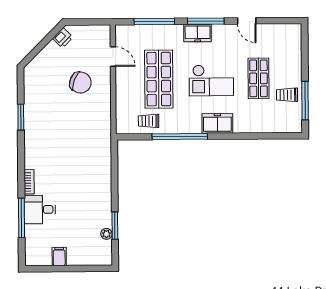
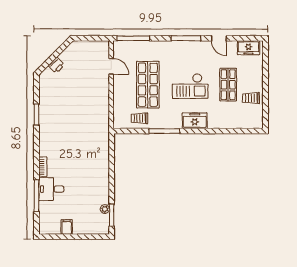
window: (154, 22) -> (133, 38), moved
freezer: (198, 33) -> (249, 48), moved
printer: (63, 38) -> (56, 65), moved
chair: (80, 82) -> (85, 87), removed
window: (305, 101) -> (265, 103), removed
window: (180, 137) -> (164, 131), width x0.68
window: (115, 226) -> (112, 215), moved

